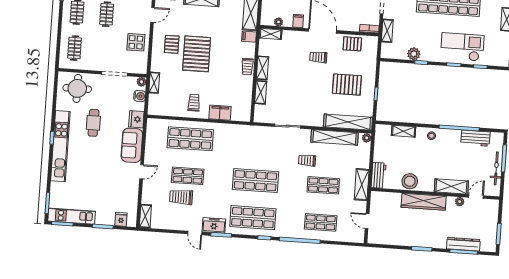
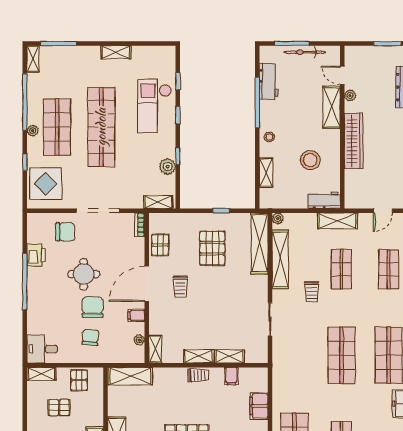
shelving: (387, 31) -> (158, 202), moved
filing cabinet: (249, 37) -> (231, 376), moved
stool: (410, 181) -> (310, 160), moved

